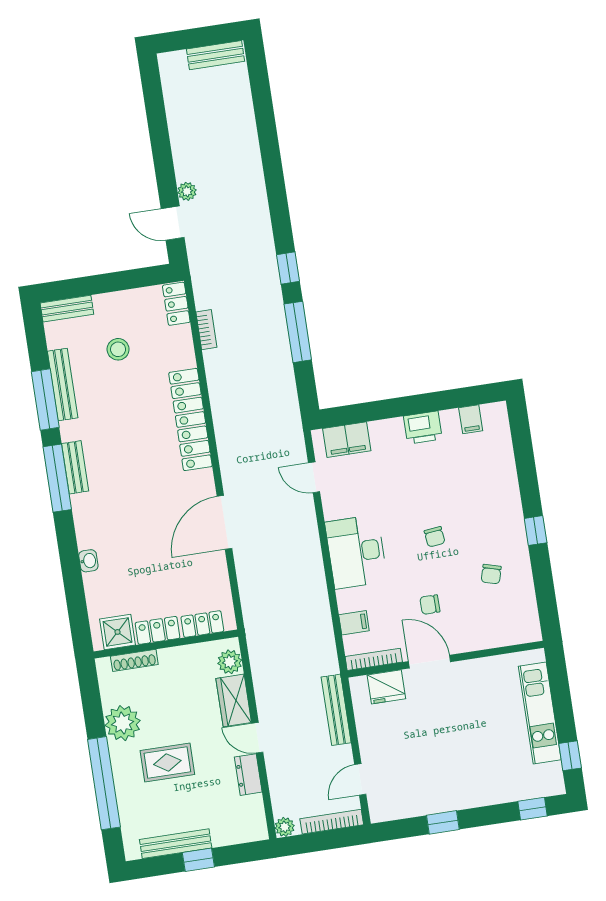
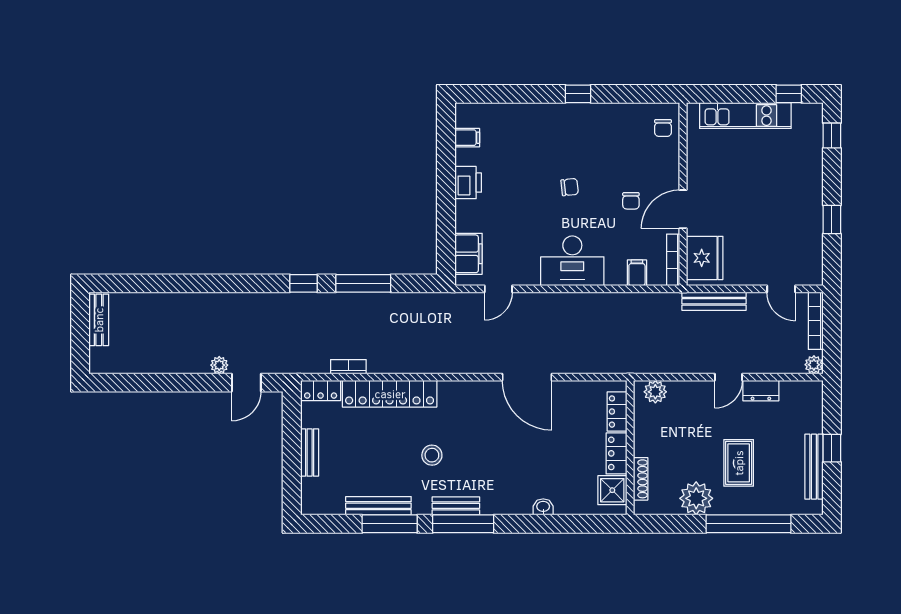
bench: (67, 309) -> (310, 453), moved
stool: (118, 349) -> (432, 455), moved
locker: (190, 419) -> (390, 394), moved
chair: (491, 574) -> (663, 128), moved, turned 74
fridge: (386, 687) -> (705, 258), width x1.36, depth x1.34
wardrobe: (234, 700) -> (691, 394), removed

